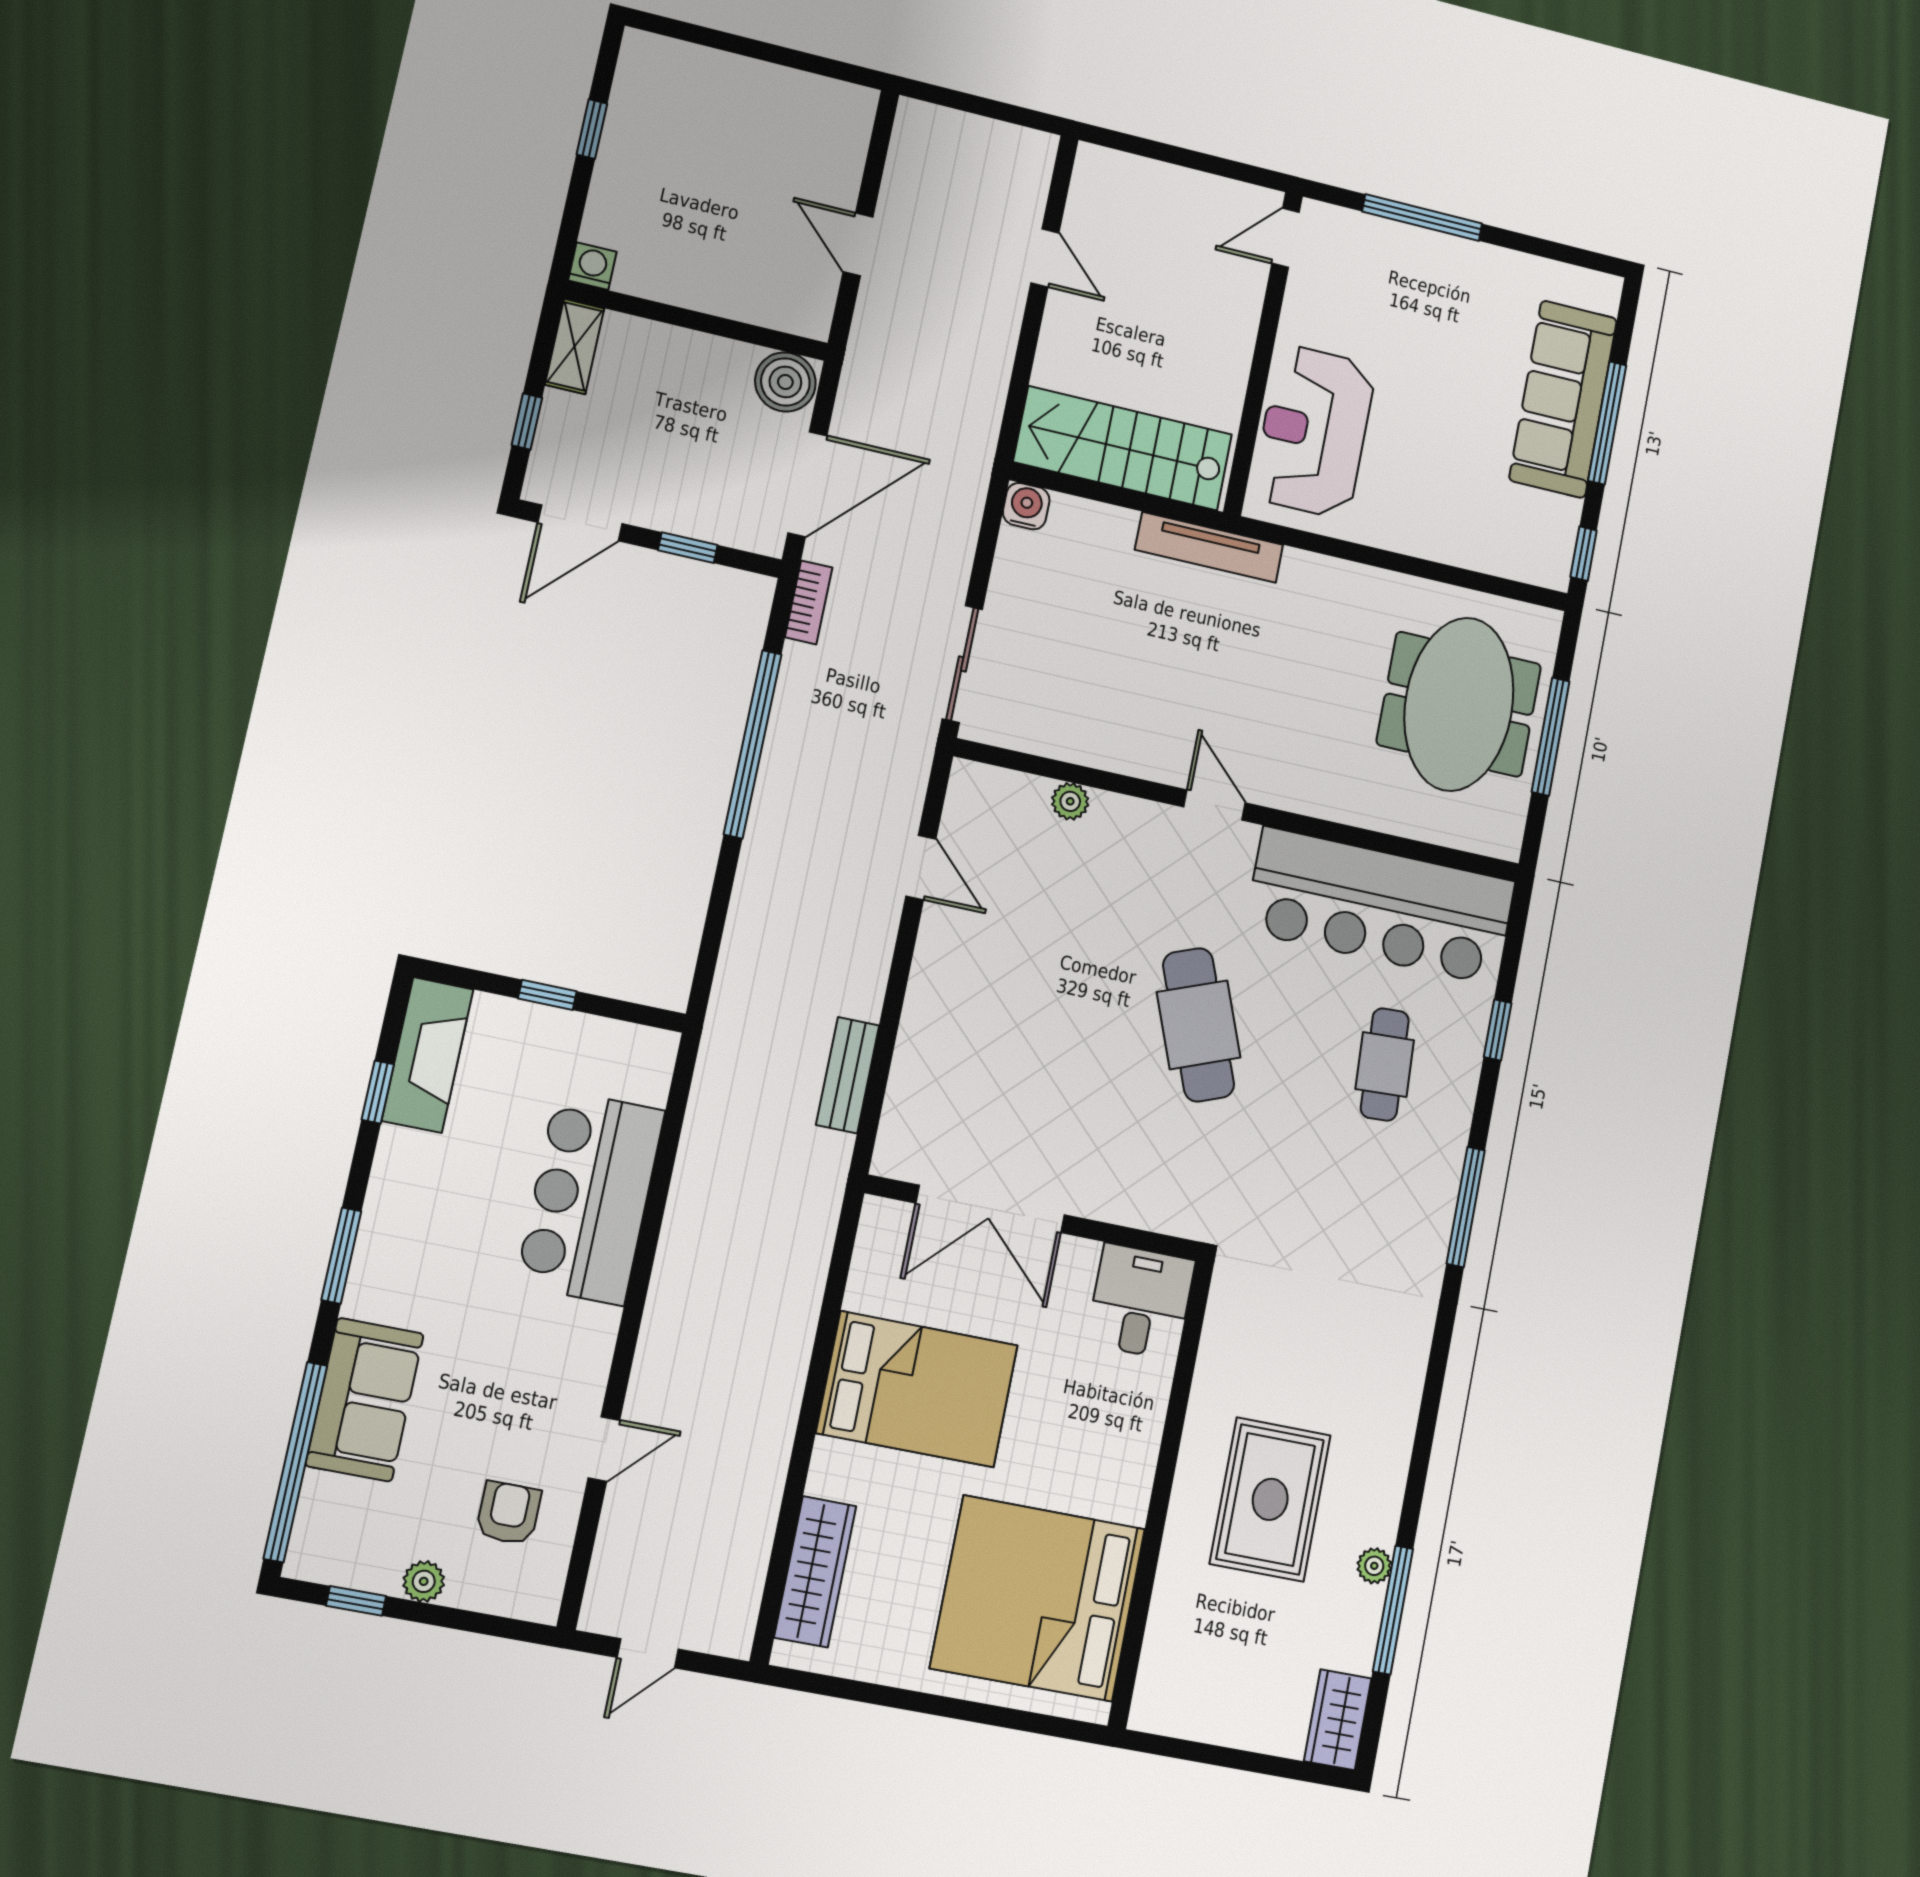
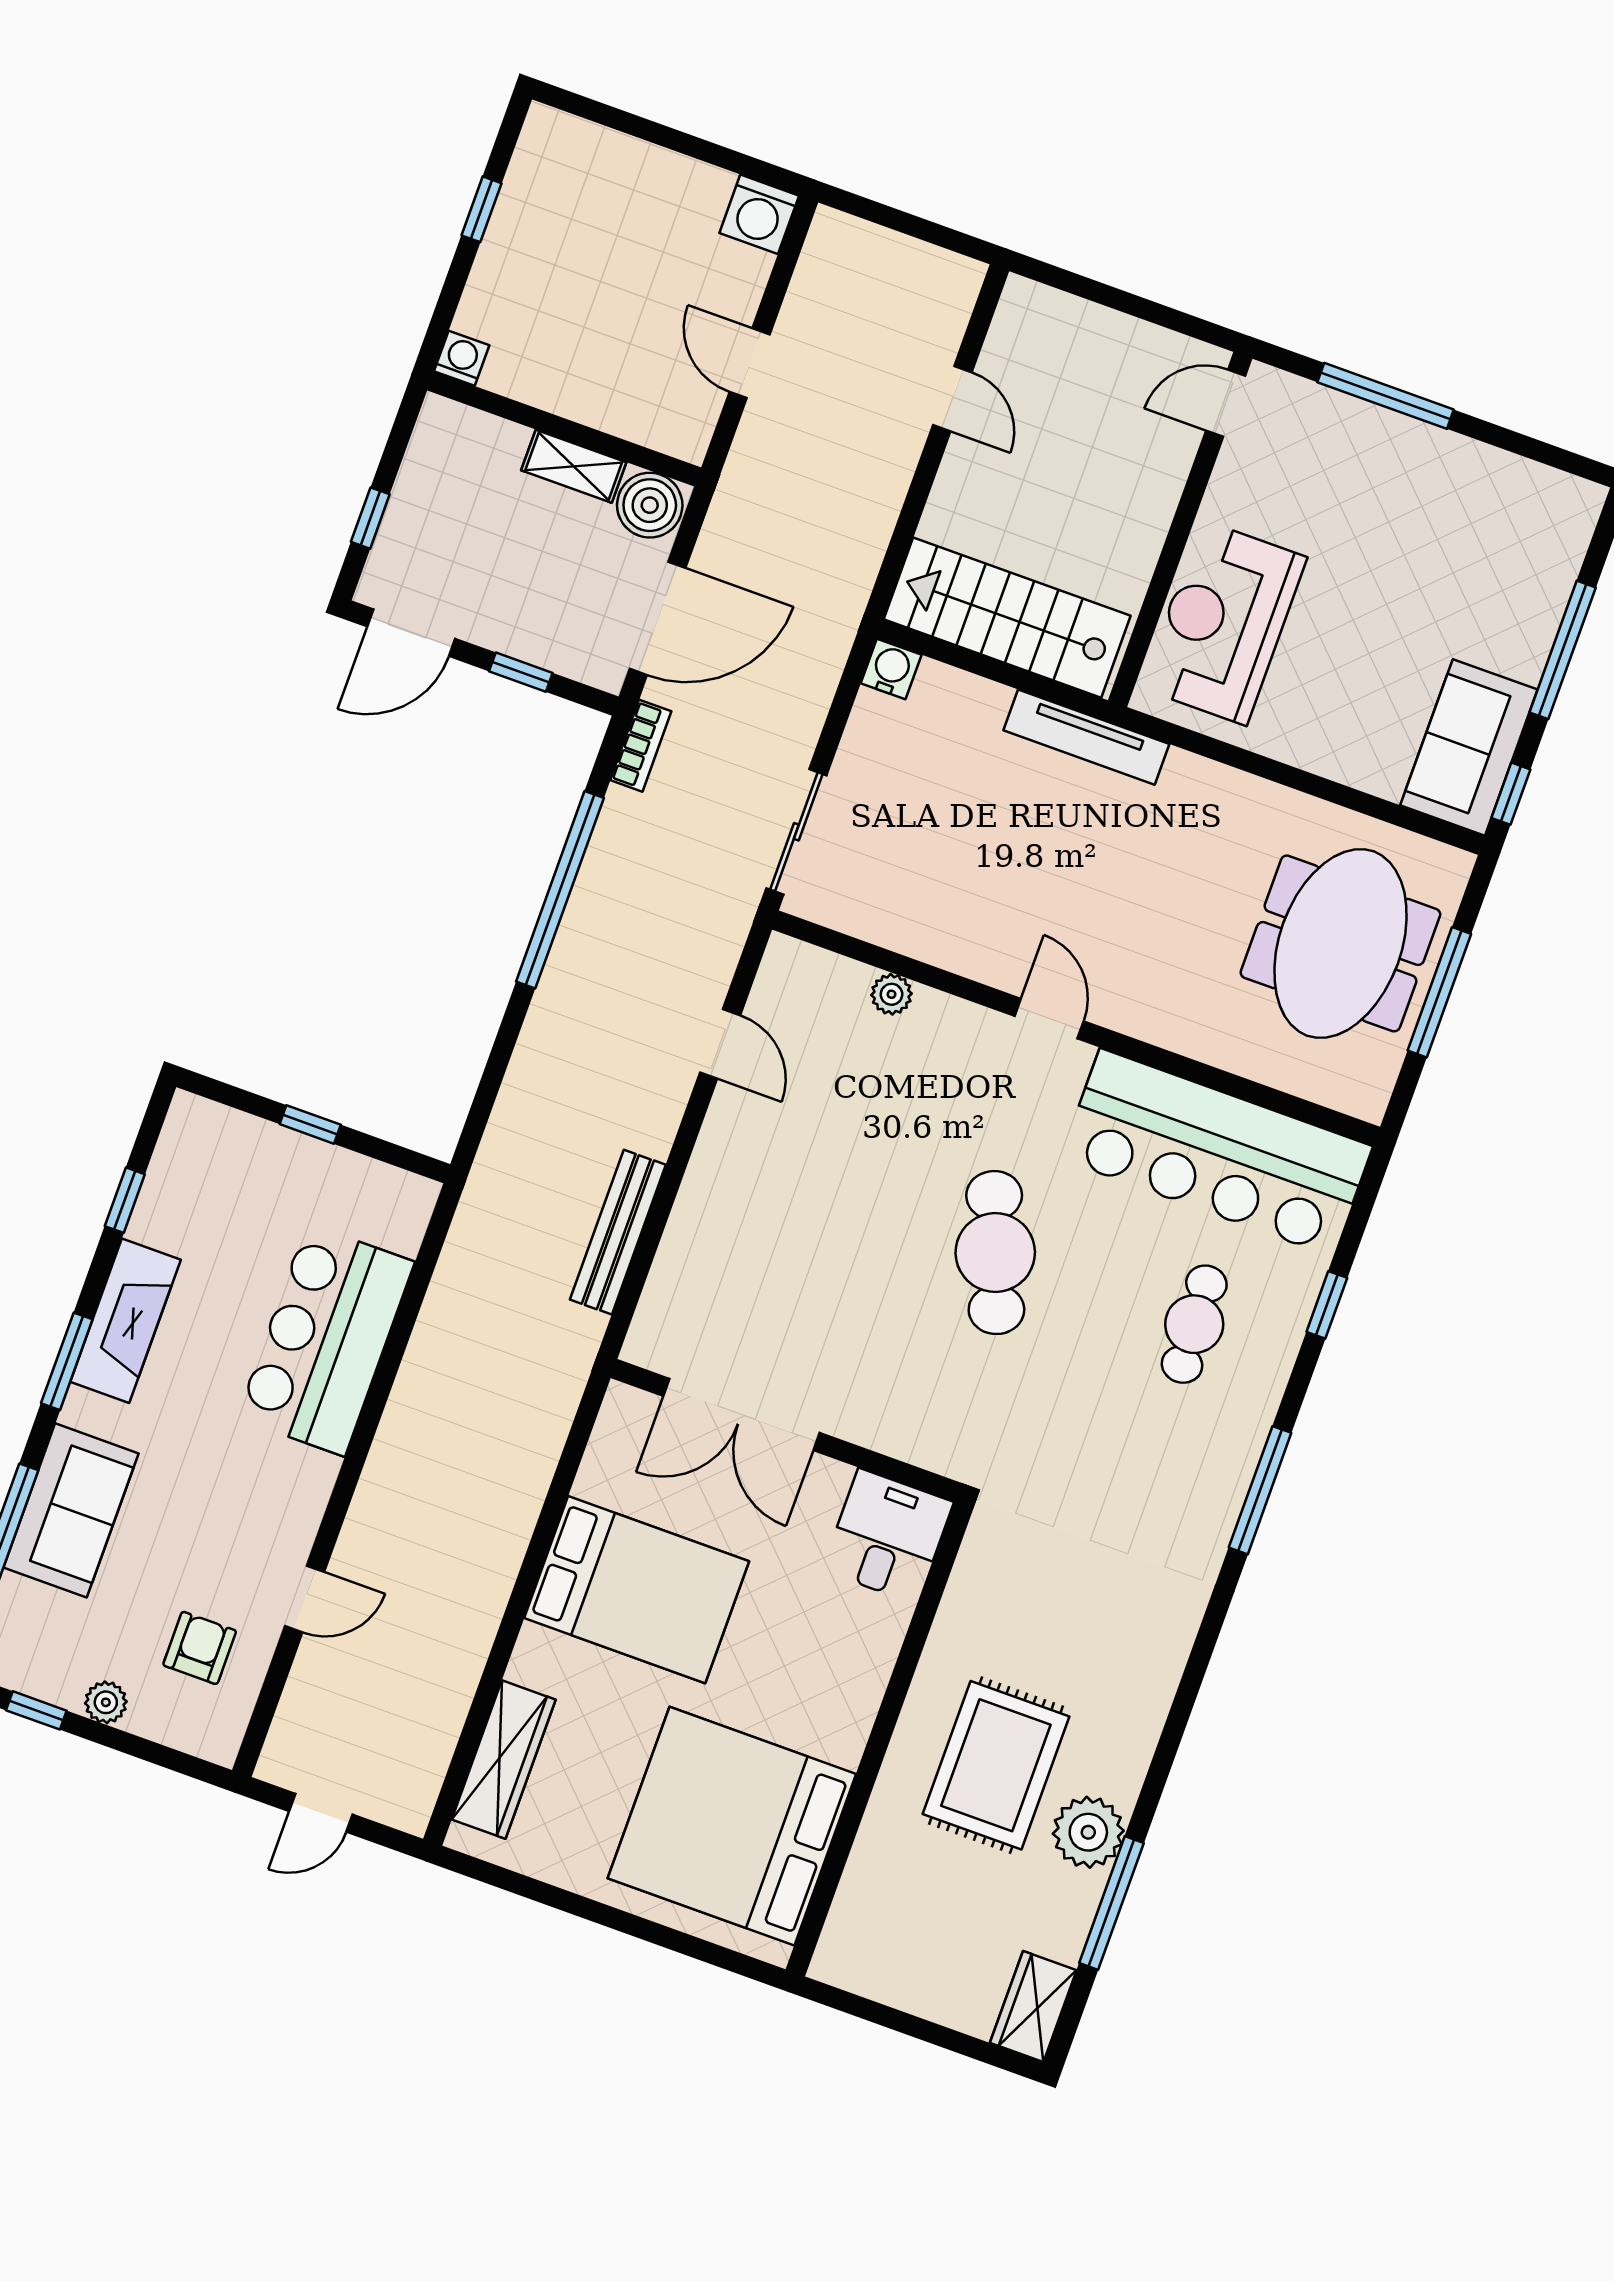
washing machine: (847, 110) -> (759, 214), added
shelving: (575, 346) -> (574, 466), moved, turned 90
sofa: (1563, 399) -> (1469, 747), moved, width x0.73
fireplace: (428, 1055) -> (125, 1321), moved
bench: (848, 1075) -> (618, 1232), width x1.36
plant: (1374, 1566) -> (1088, 1832), width x1.87, depth x1.87

